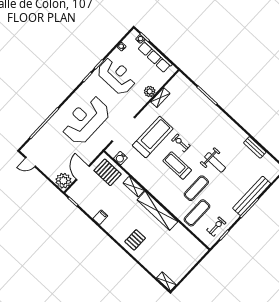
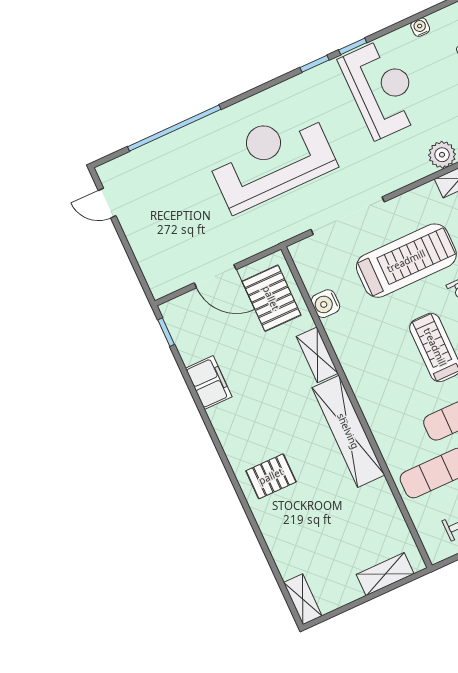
water cooler: (120, 158) -> (326, 304), moved
door: (83, 173) -> (215, 276), swing flipped
plant: (63, 181) -> (164, 276), removed
filing cabinet: (100, 217) -> (209, 383), width x2.00
shelving: (194, 259) -> (385, 574), added

